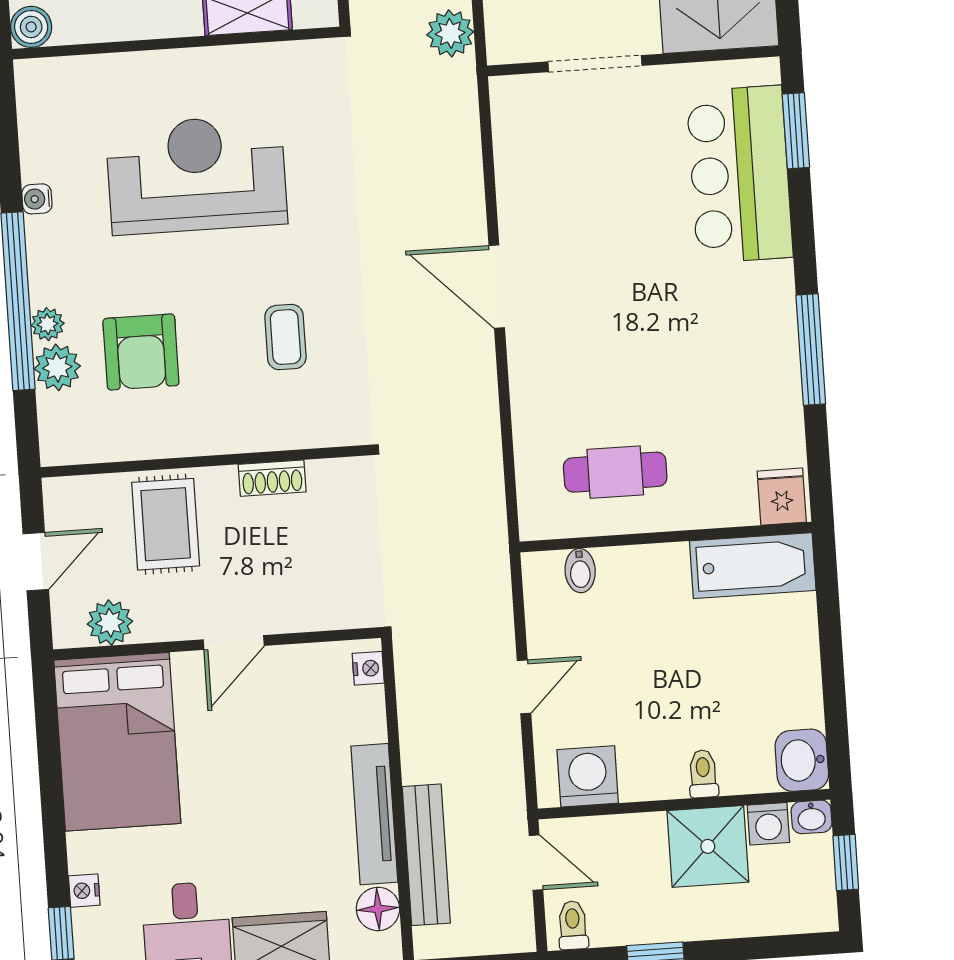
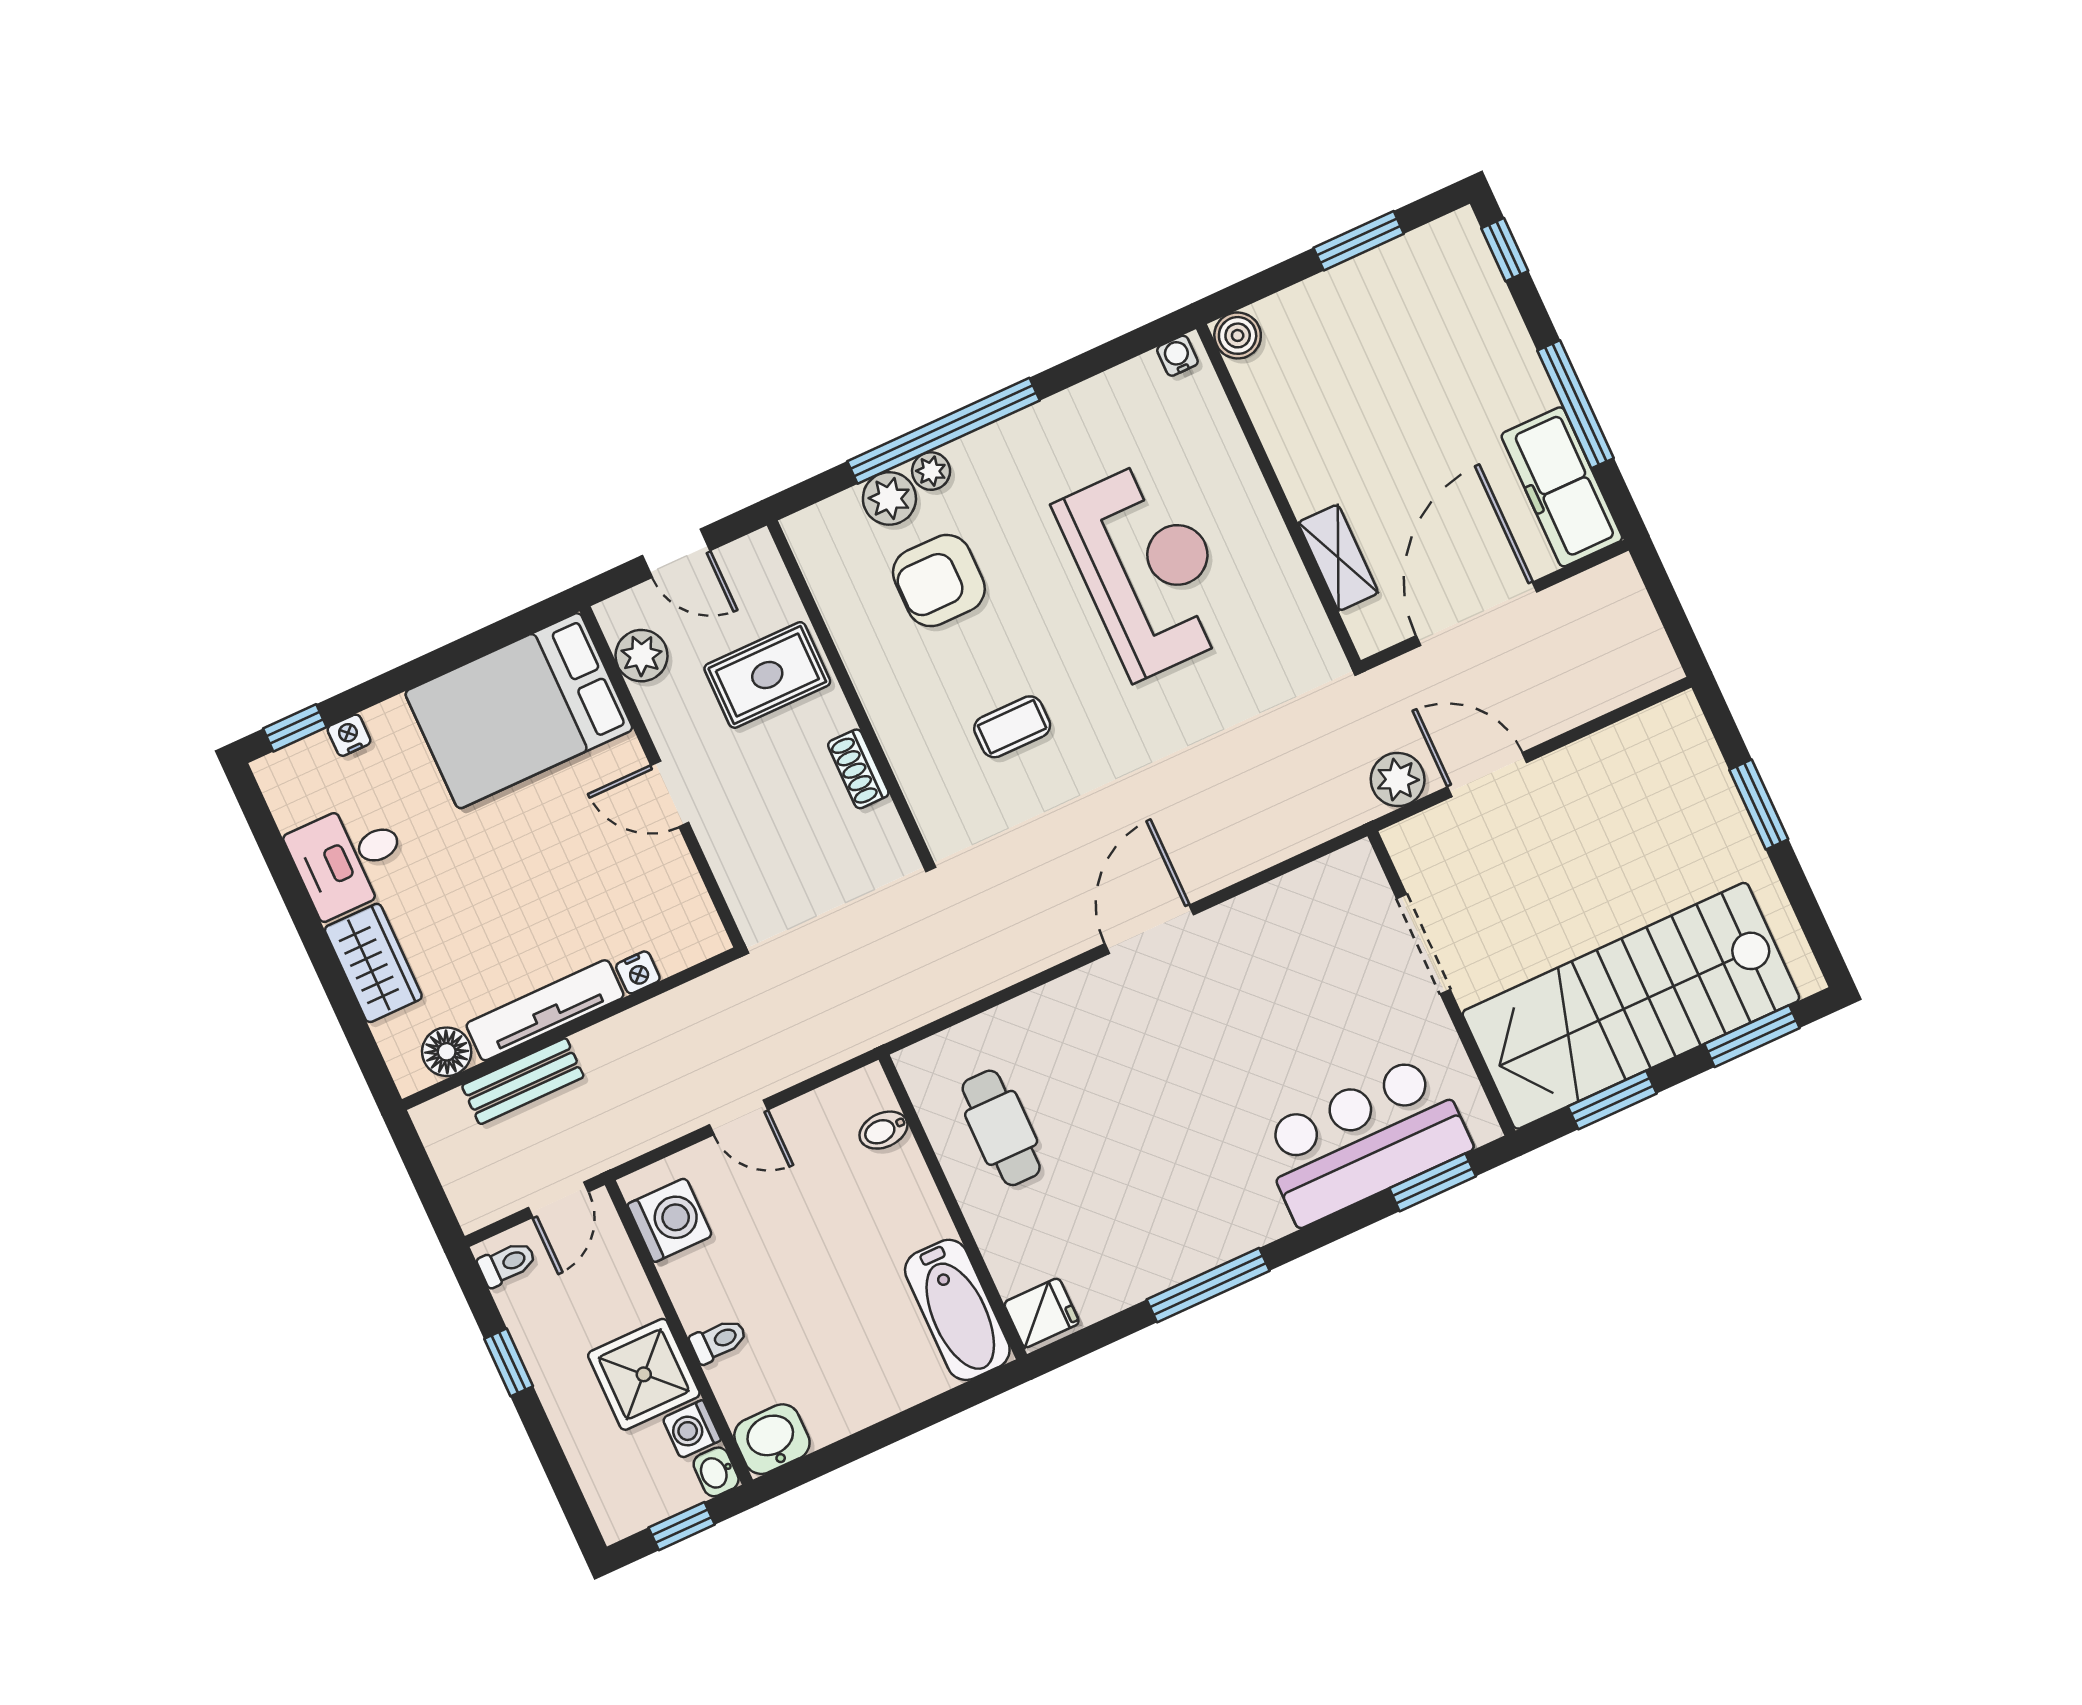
water cooler: (37, 199) -> (1177, 356), moved
nightstand: (368, 668) -> (638, 972), moved
bench: (426, 855) -> (523, 1081), width x0.73

